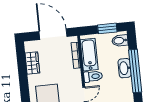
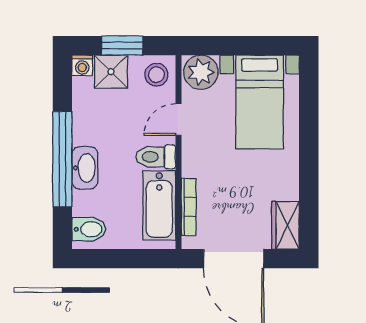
window: (107, 28) -> (114, 259), removed
wardrobe: (32, 63) -> (285, 225), moved

